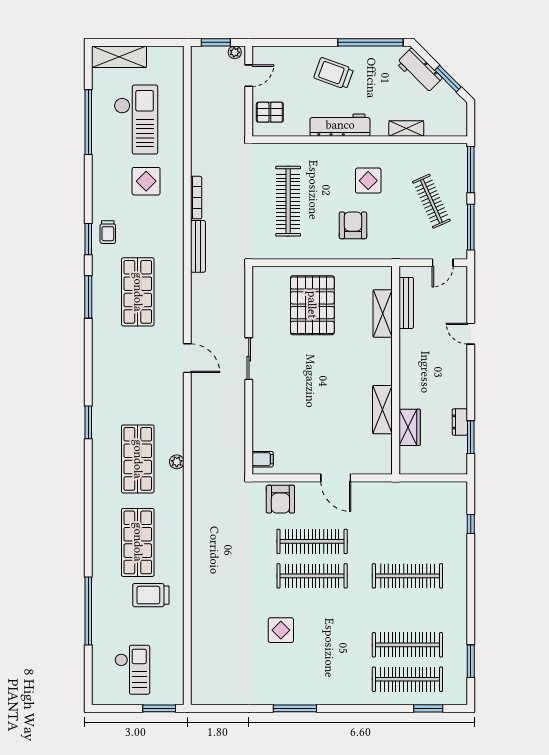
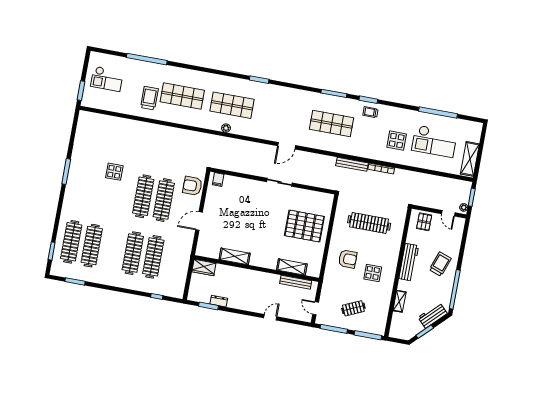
shelving: (119, 57) -> (470, 159), moved
clothes rail: (431, 201) -> (353, 308), width x0.73
wardrobe: (410, 427) -> (204, 267), moved
clothes rail: (407, 541) -> (153, 257), added

